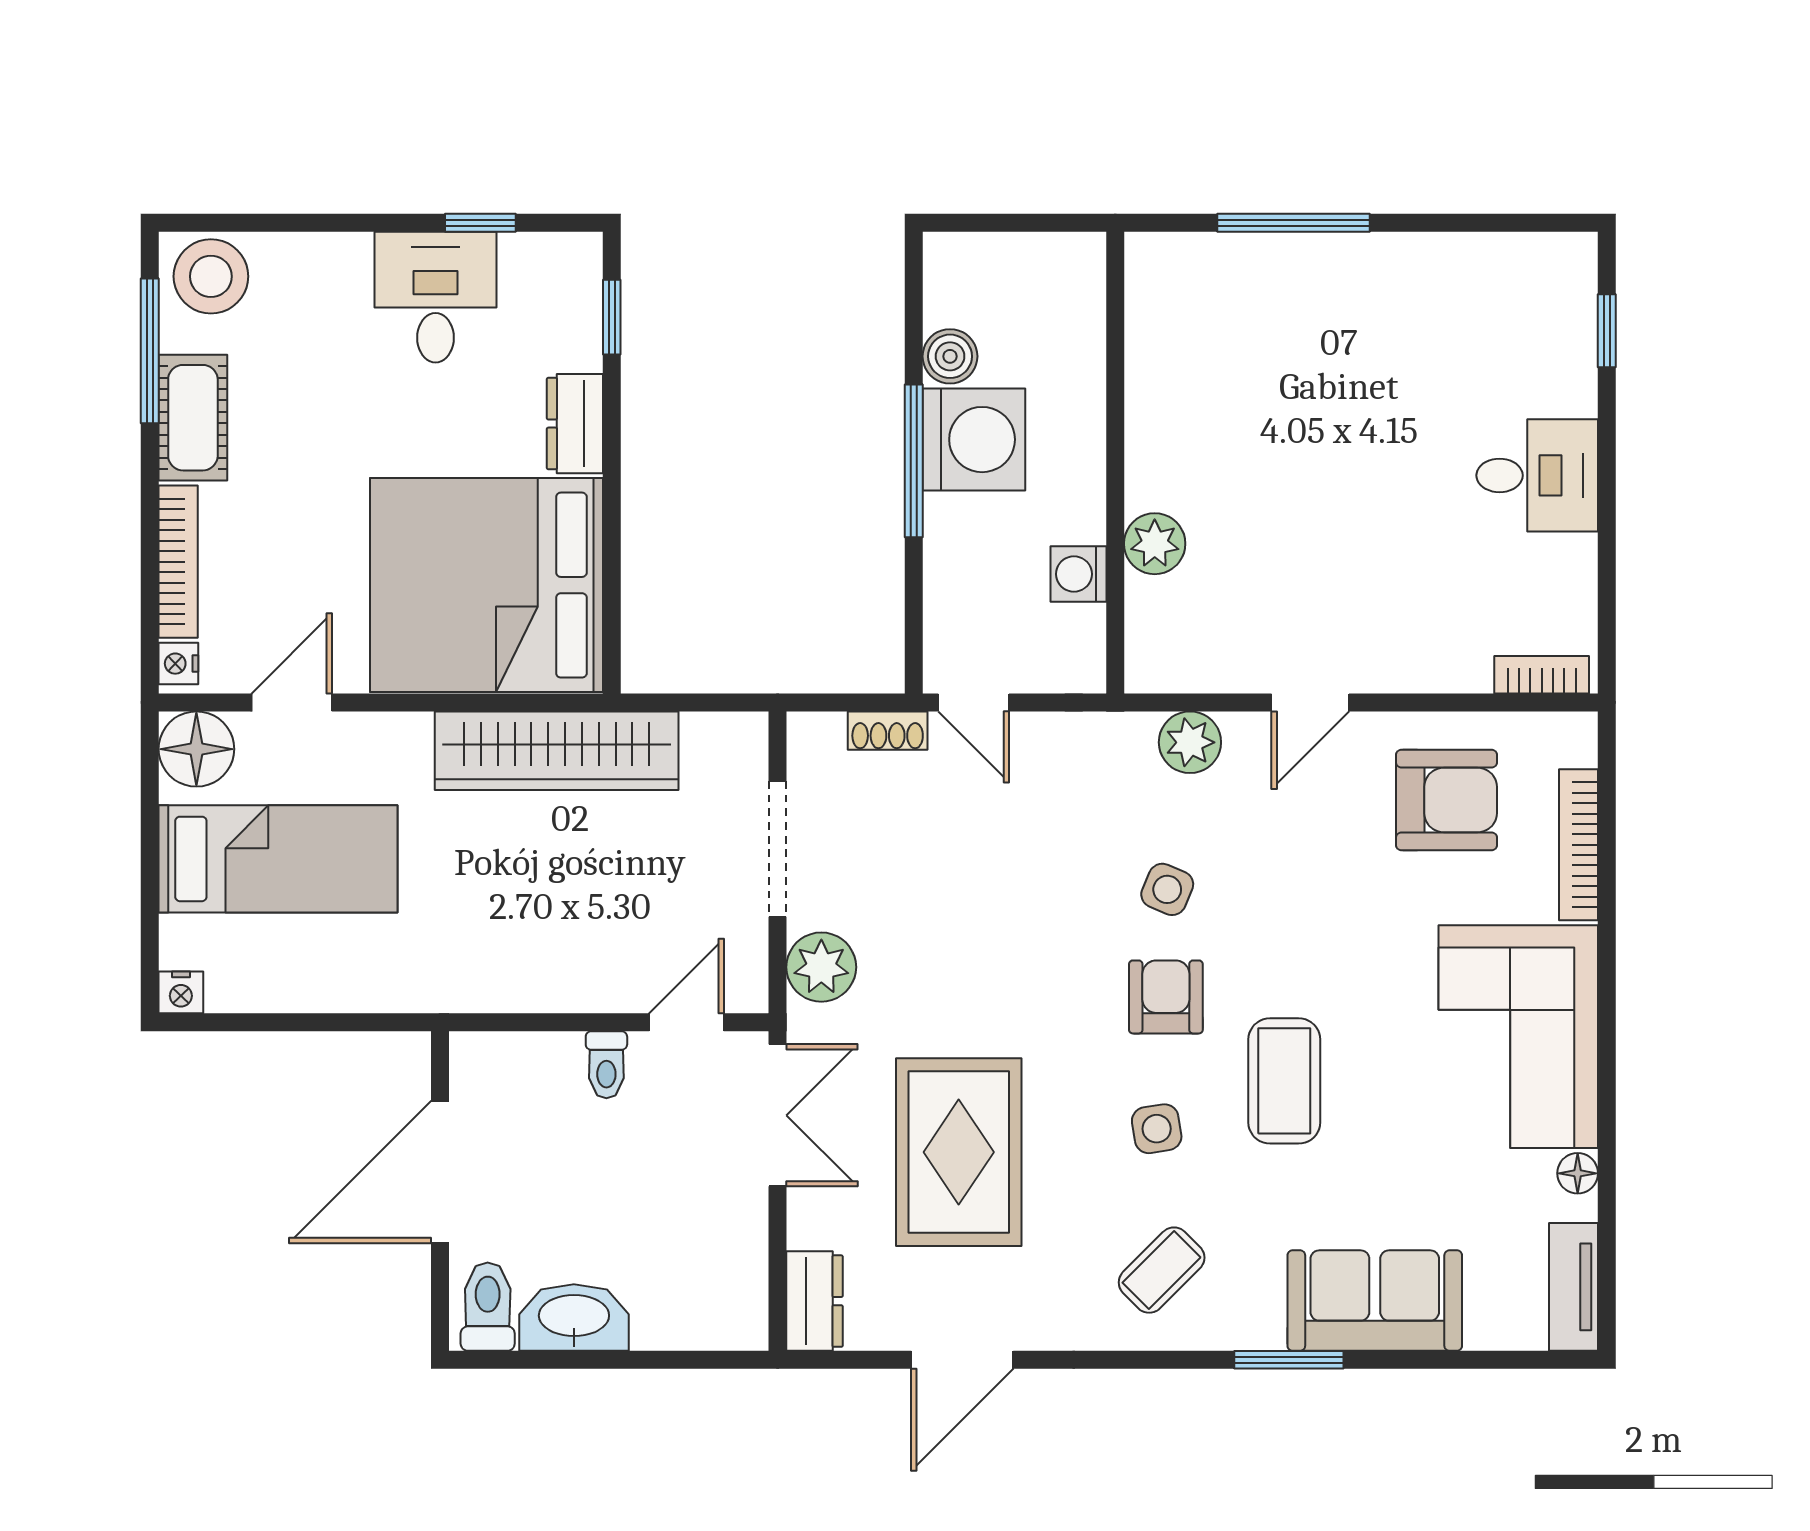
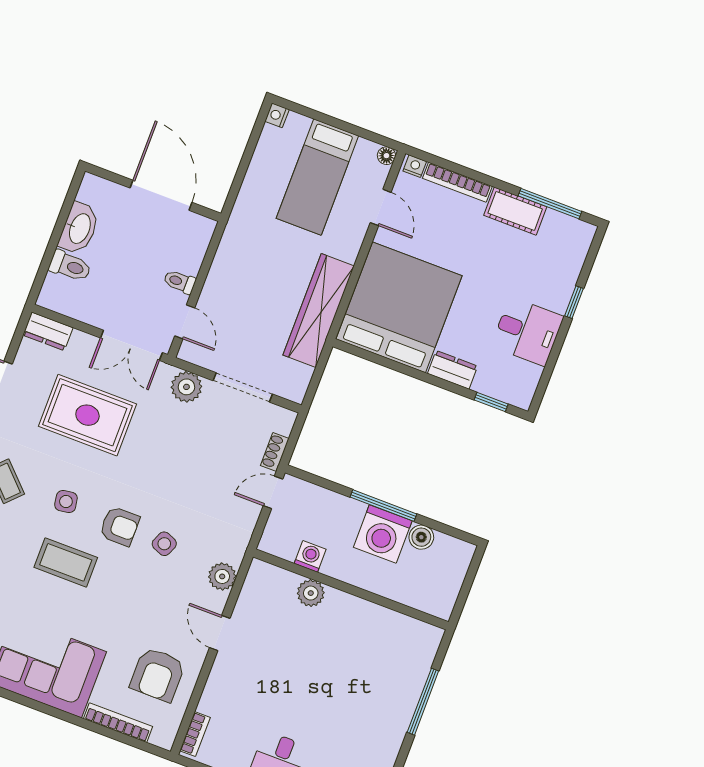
window: (480, 223) -> (574, 302), moved
stool: (211, 276) -> (571, 241), removed
floor lamp: (196, 749) -> (386, 156), width x0.53, depth x0.53
toilet: (488, 1307) -> (70, 266), moved

